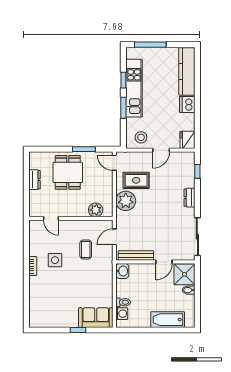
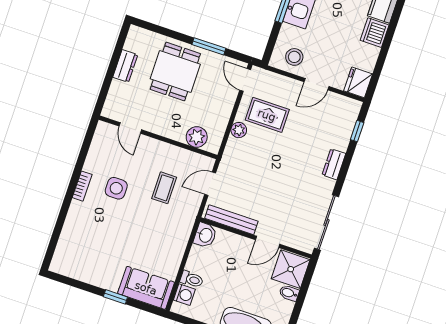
plant: (126, 201) -> (239, 130), width x0.53, depth x0.53

